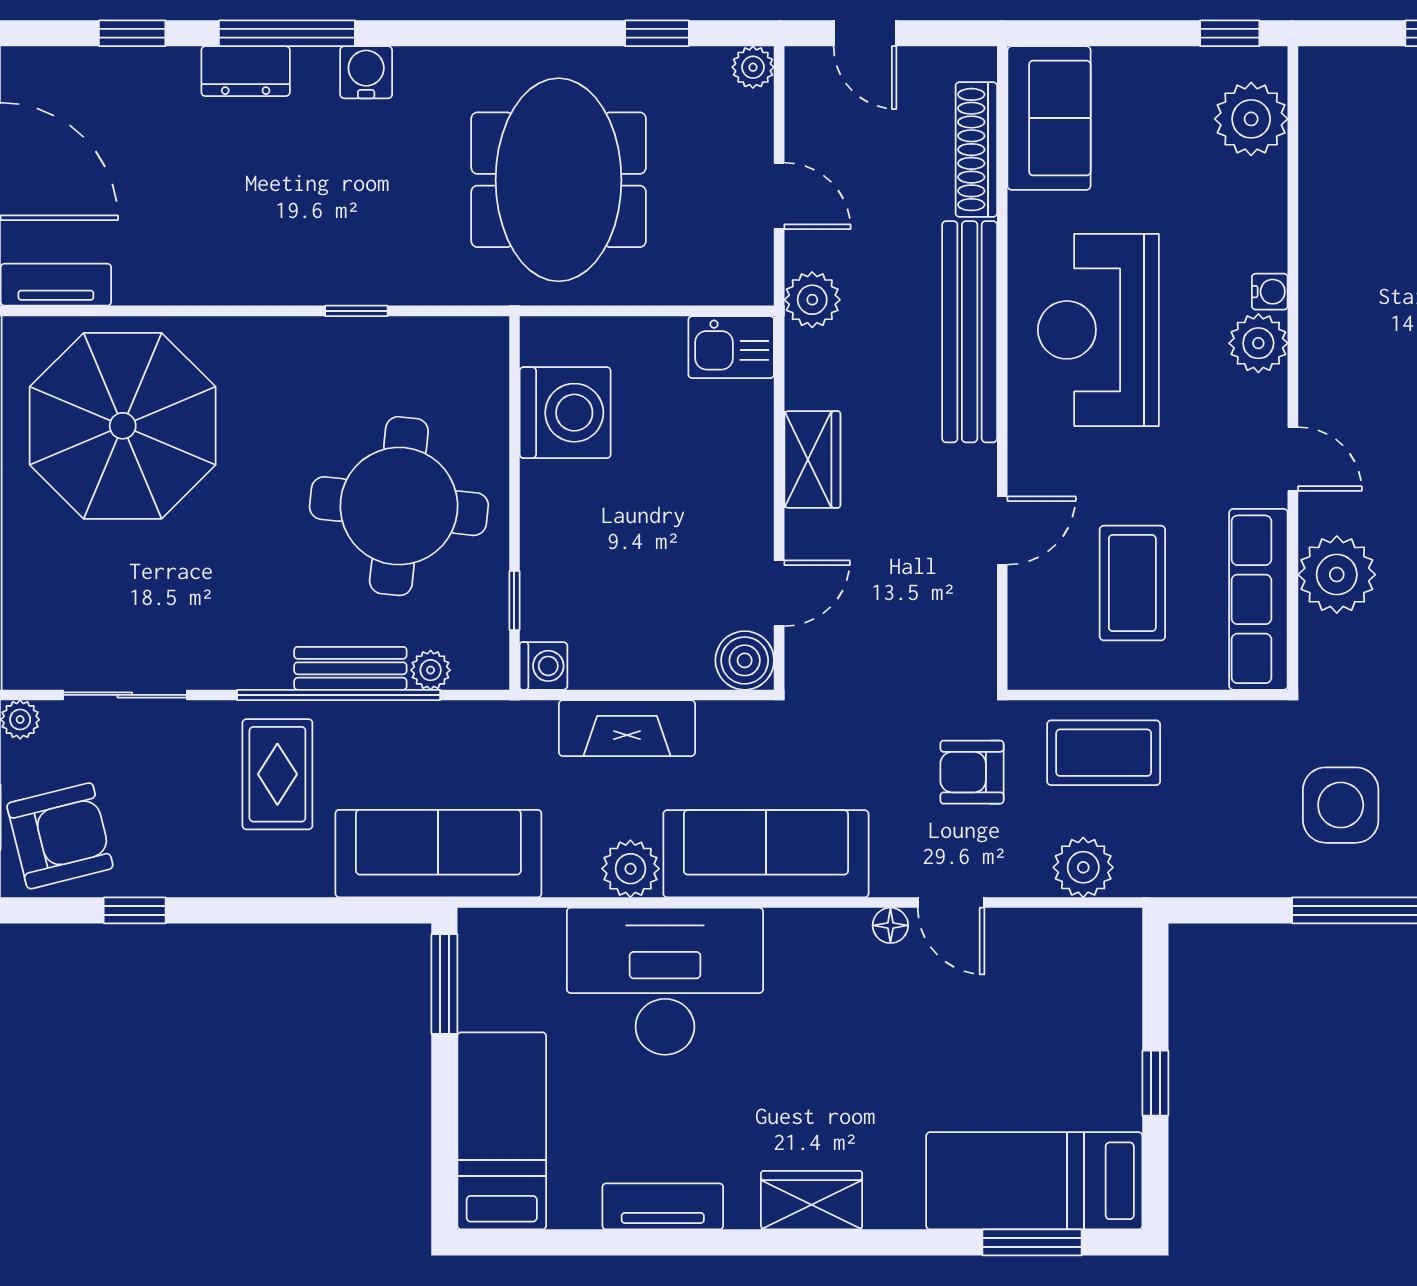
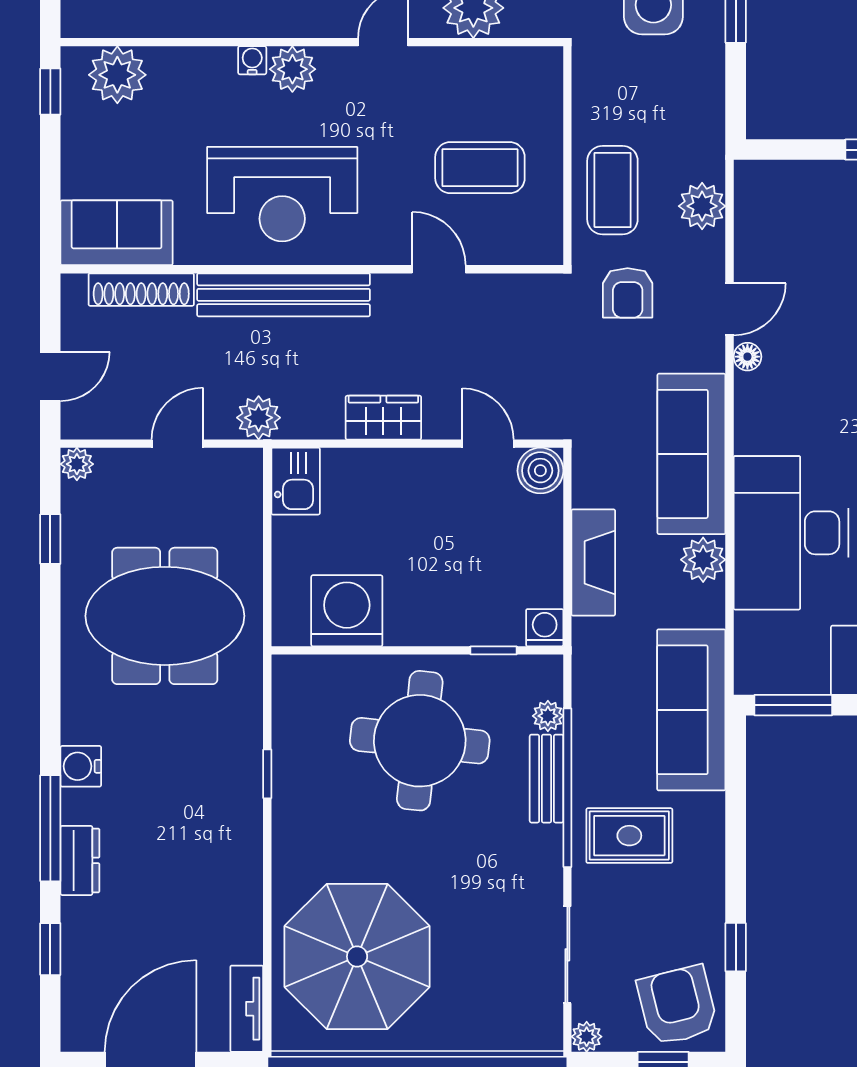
row of seats: (1258, 599) -> (493, 69), removed

